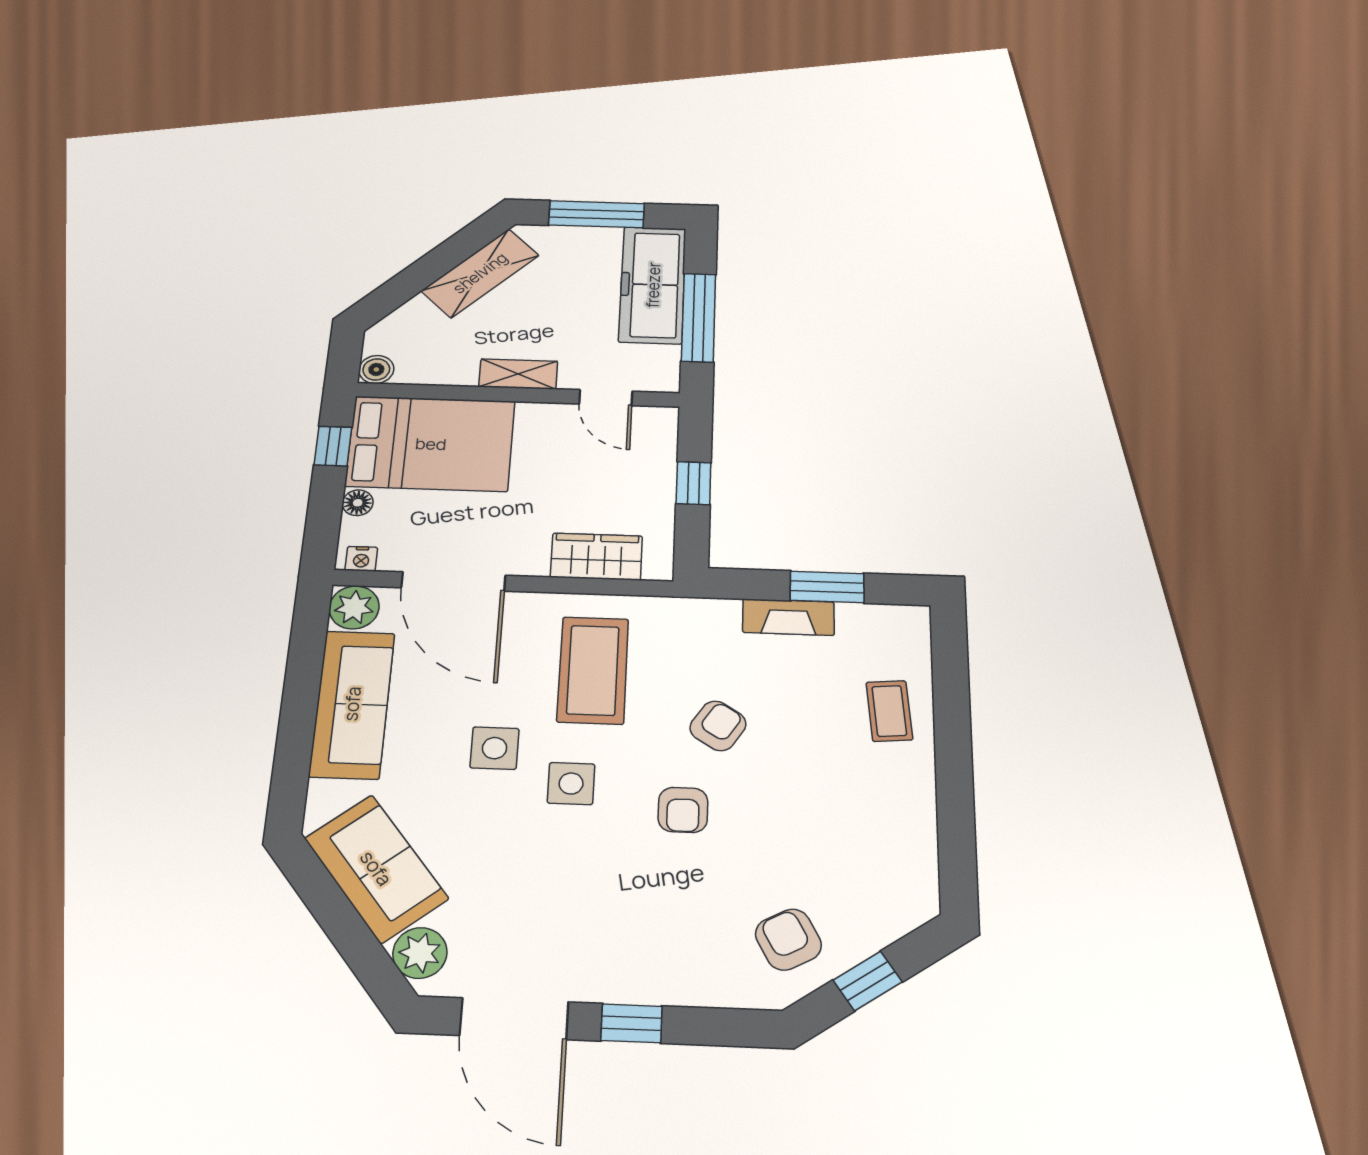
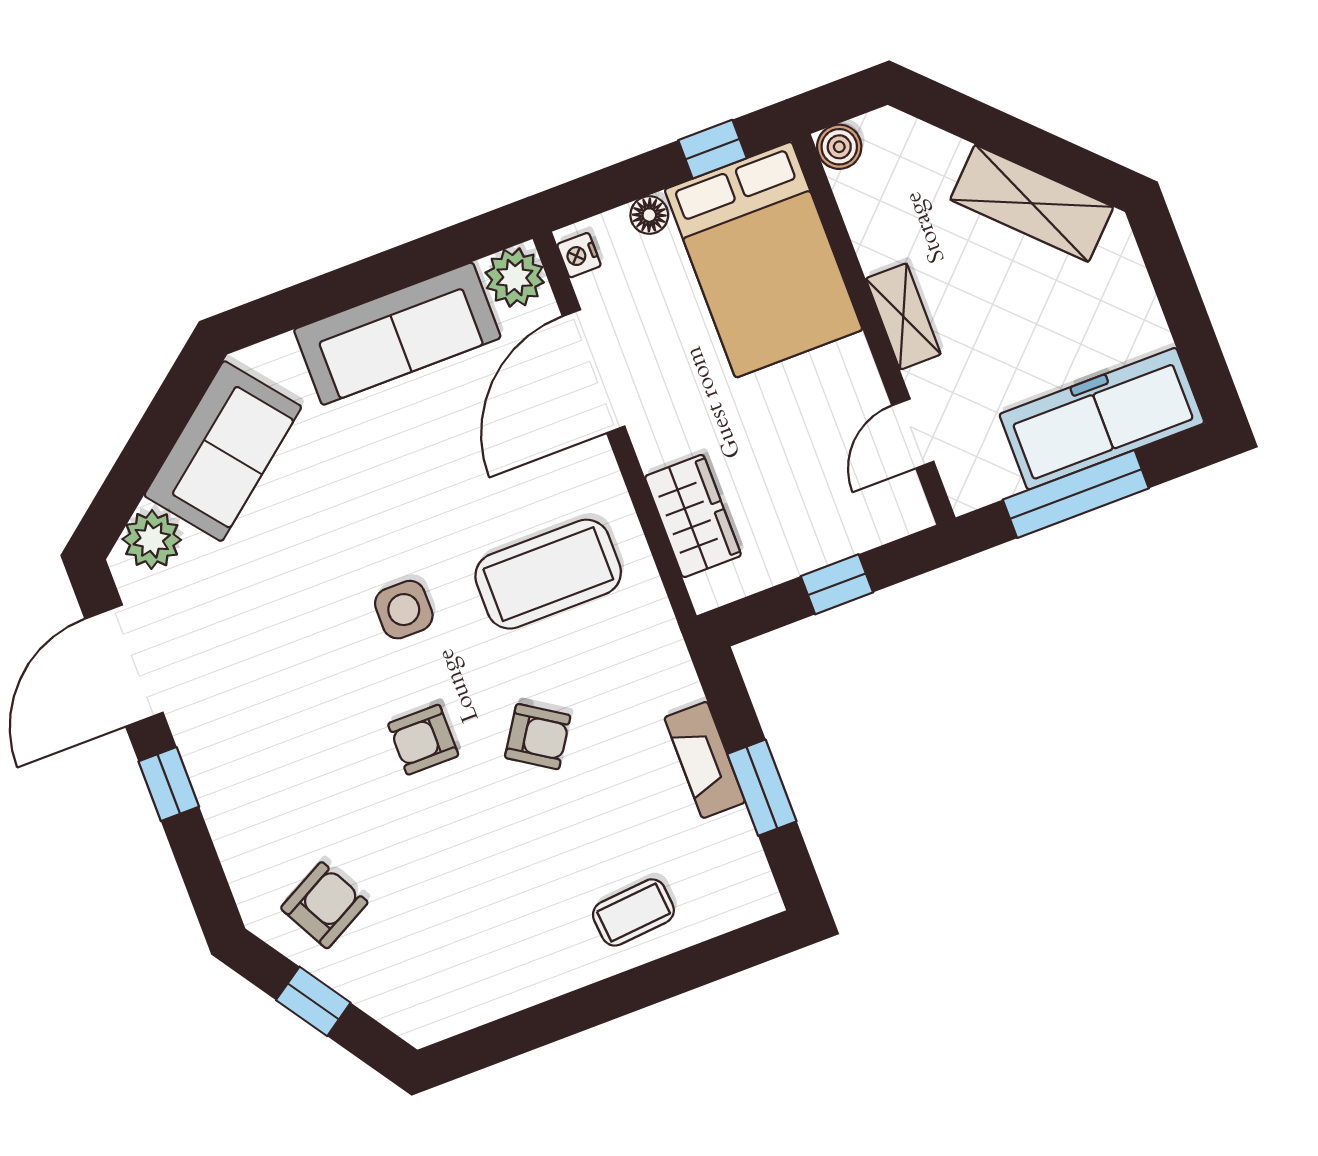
window: (597, 214) -> (1182, 304), removed
side table: (495, 748) -> (410, 510), removed

